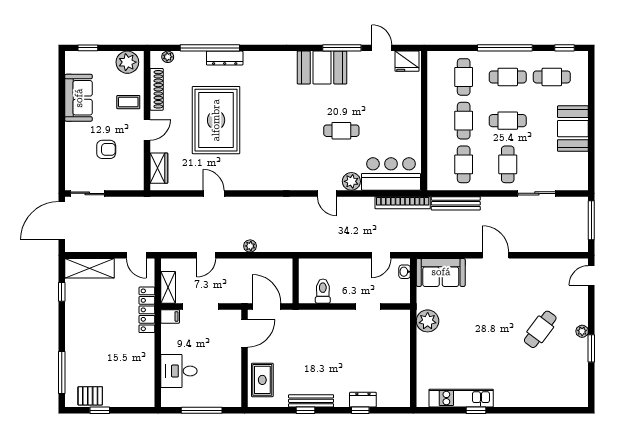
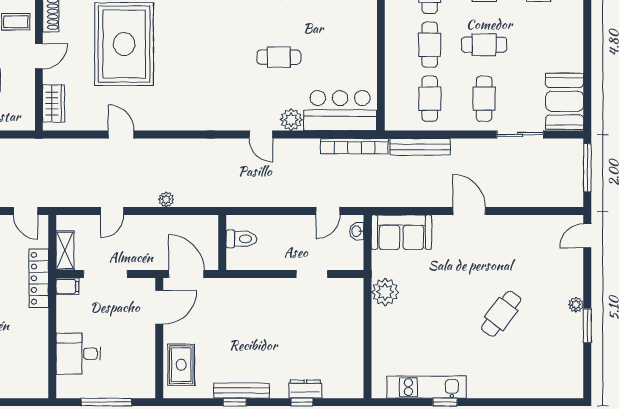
booth: (573, 129) -> (565, 101), moved
toilet: (323, 291) -> (241, 239), moved, turned 90
cafe table: (540, 329) -> (501, 314), moved

